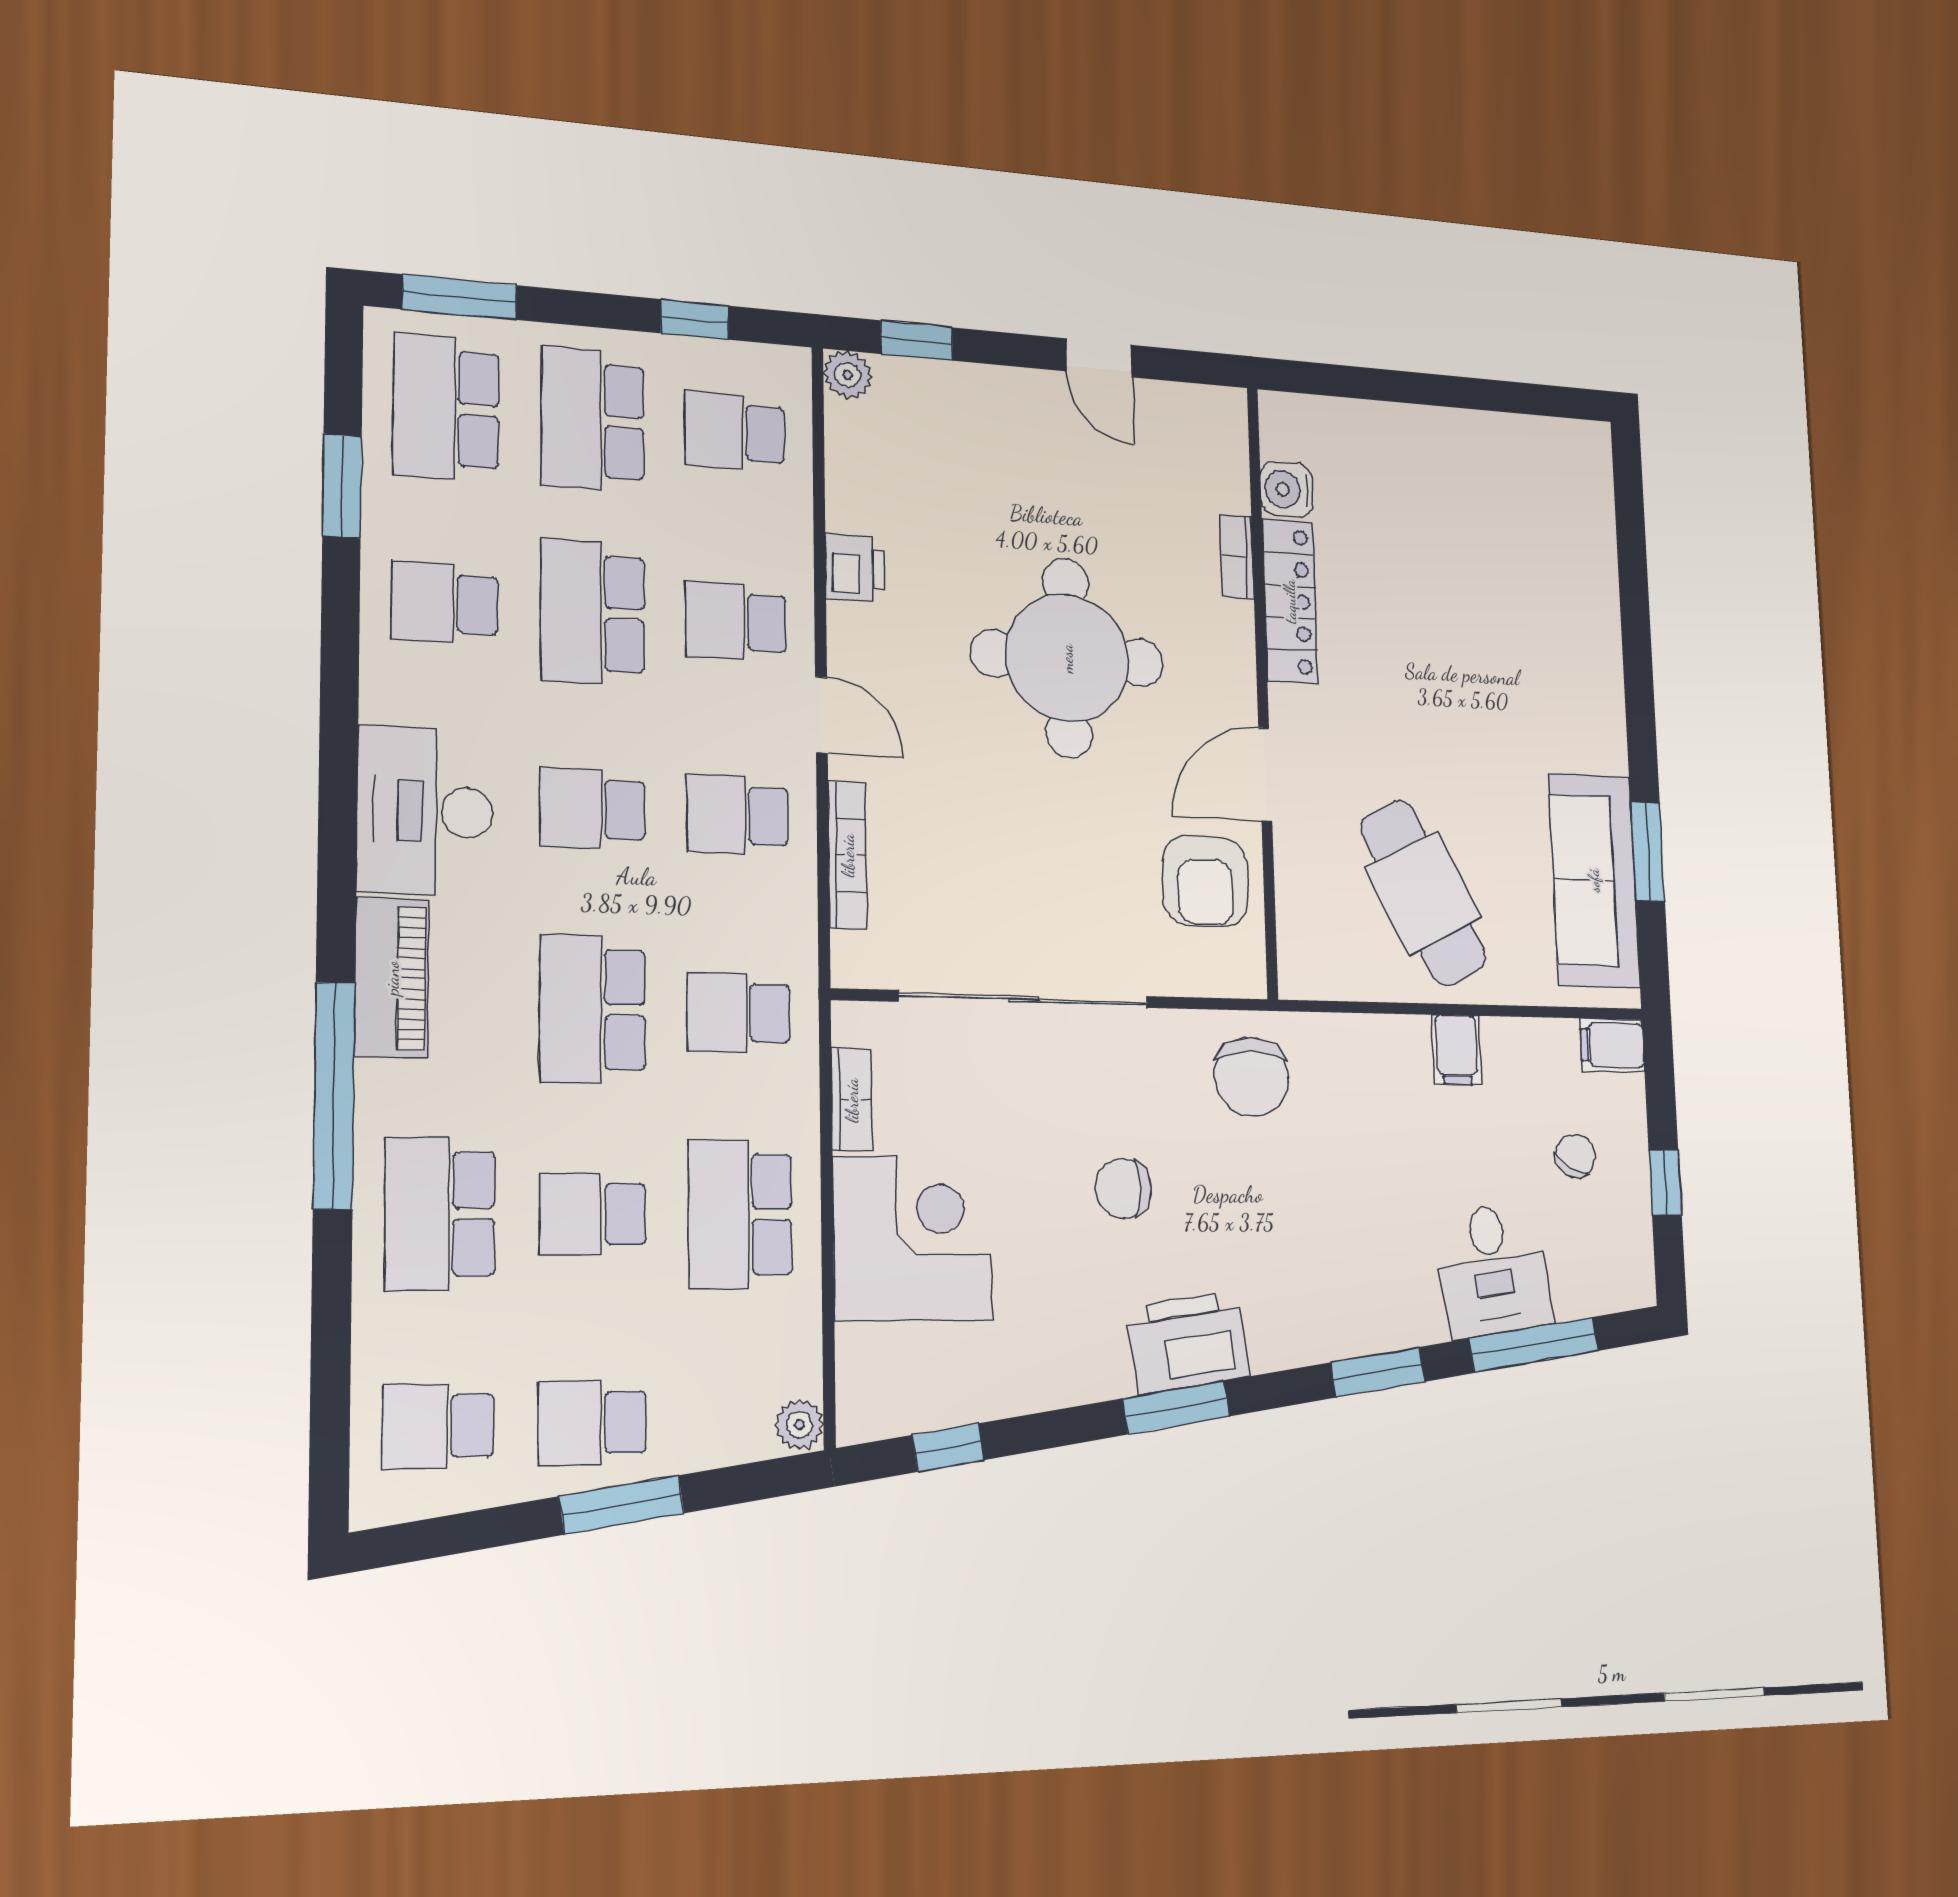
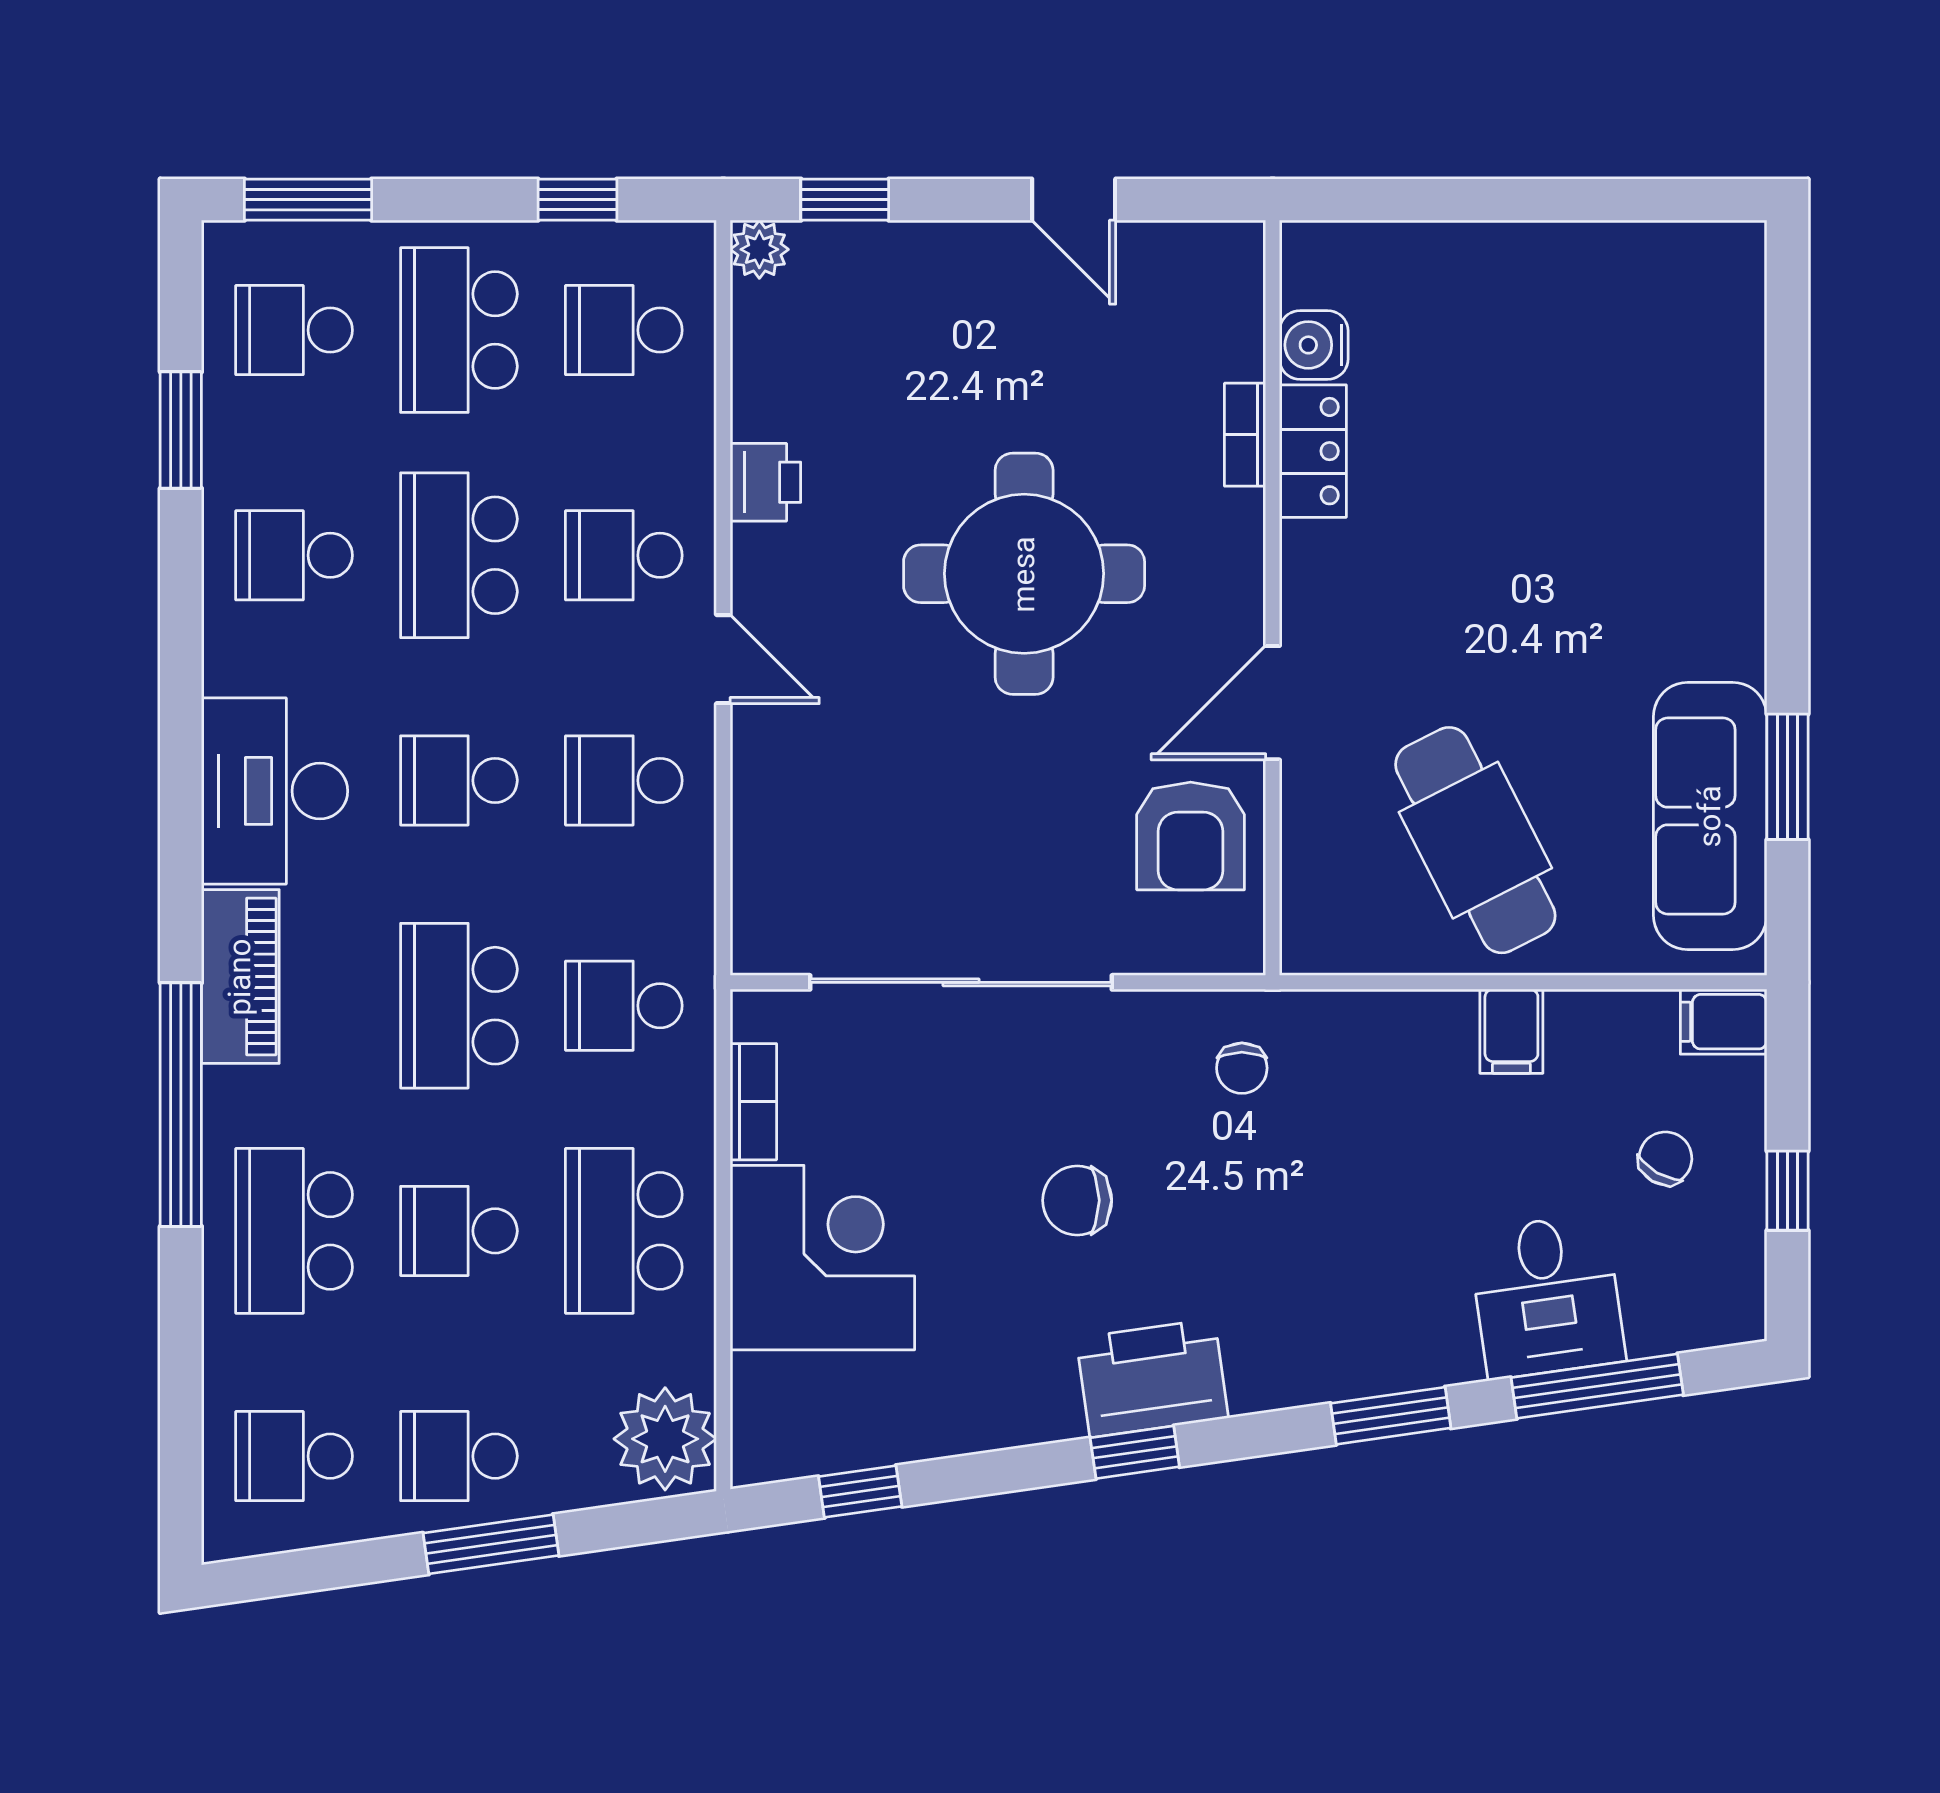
school desk: (446, 407) -> (294, 330), width x0.54
locker: (1290, 601) -> (1313, 451), width x0.66
bookcase: (848, 855) -> (752, 821), removed
chair: (1251, 1077) -> (1242, 1068), width x0.54, depth x0.54
window: (1176, 1408) -> (1135, 1452), width x0.67
plant: (799, 1425) -> (665, 1439), width x1.88, depth x1.88

